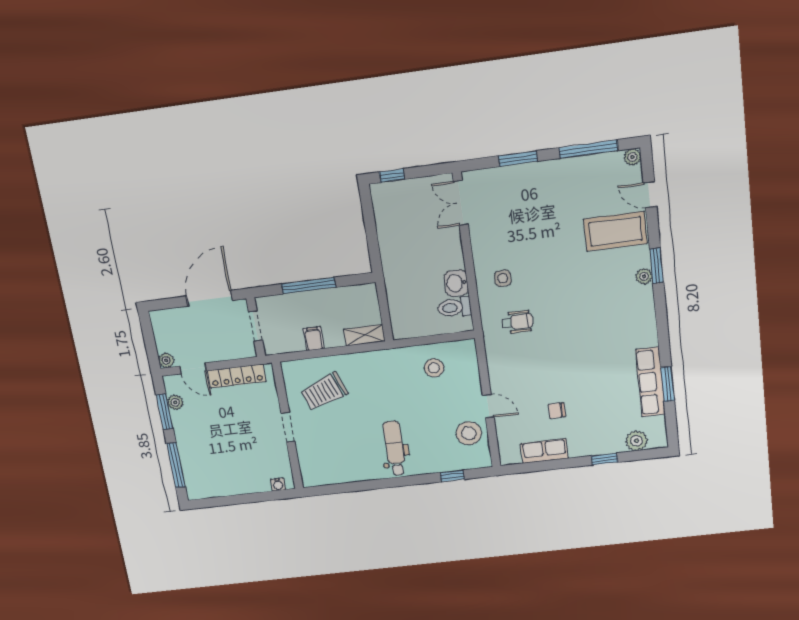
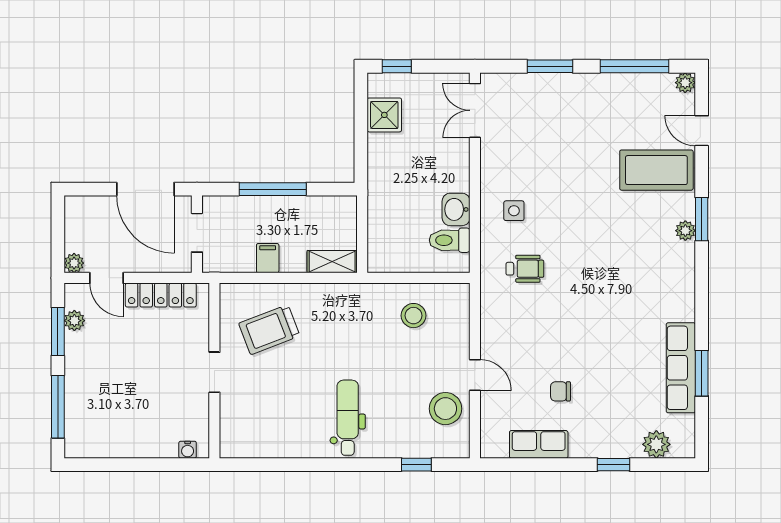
shower: (388, 216) -> (384, 115), added
door: (209, 298) -> (145, 189), swing flipped

